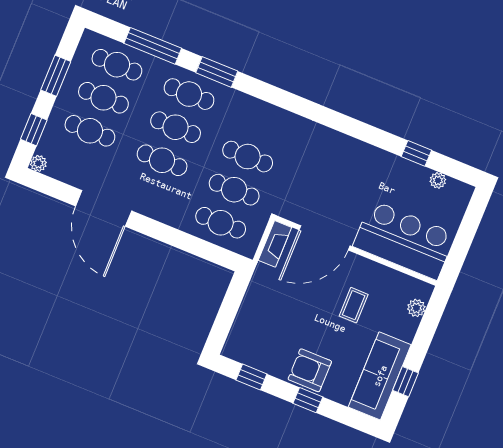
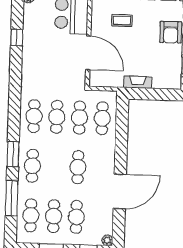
cafe table: (176, 127) -> (34, 116), moved
window: (416, 153) -> (17, 37), moved
fireplace: (275, 244) -> (138, 82), moved

